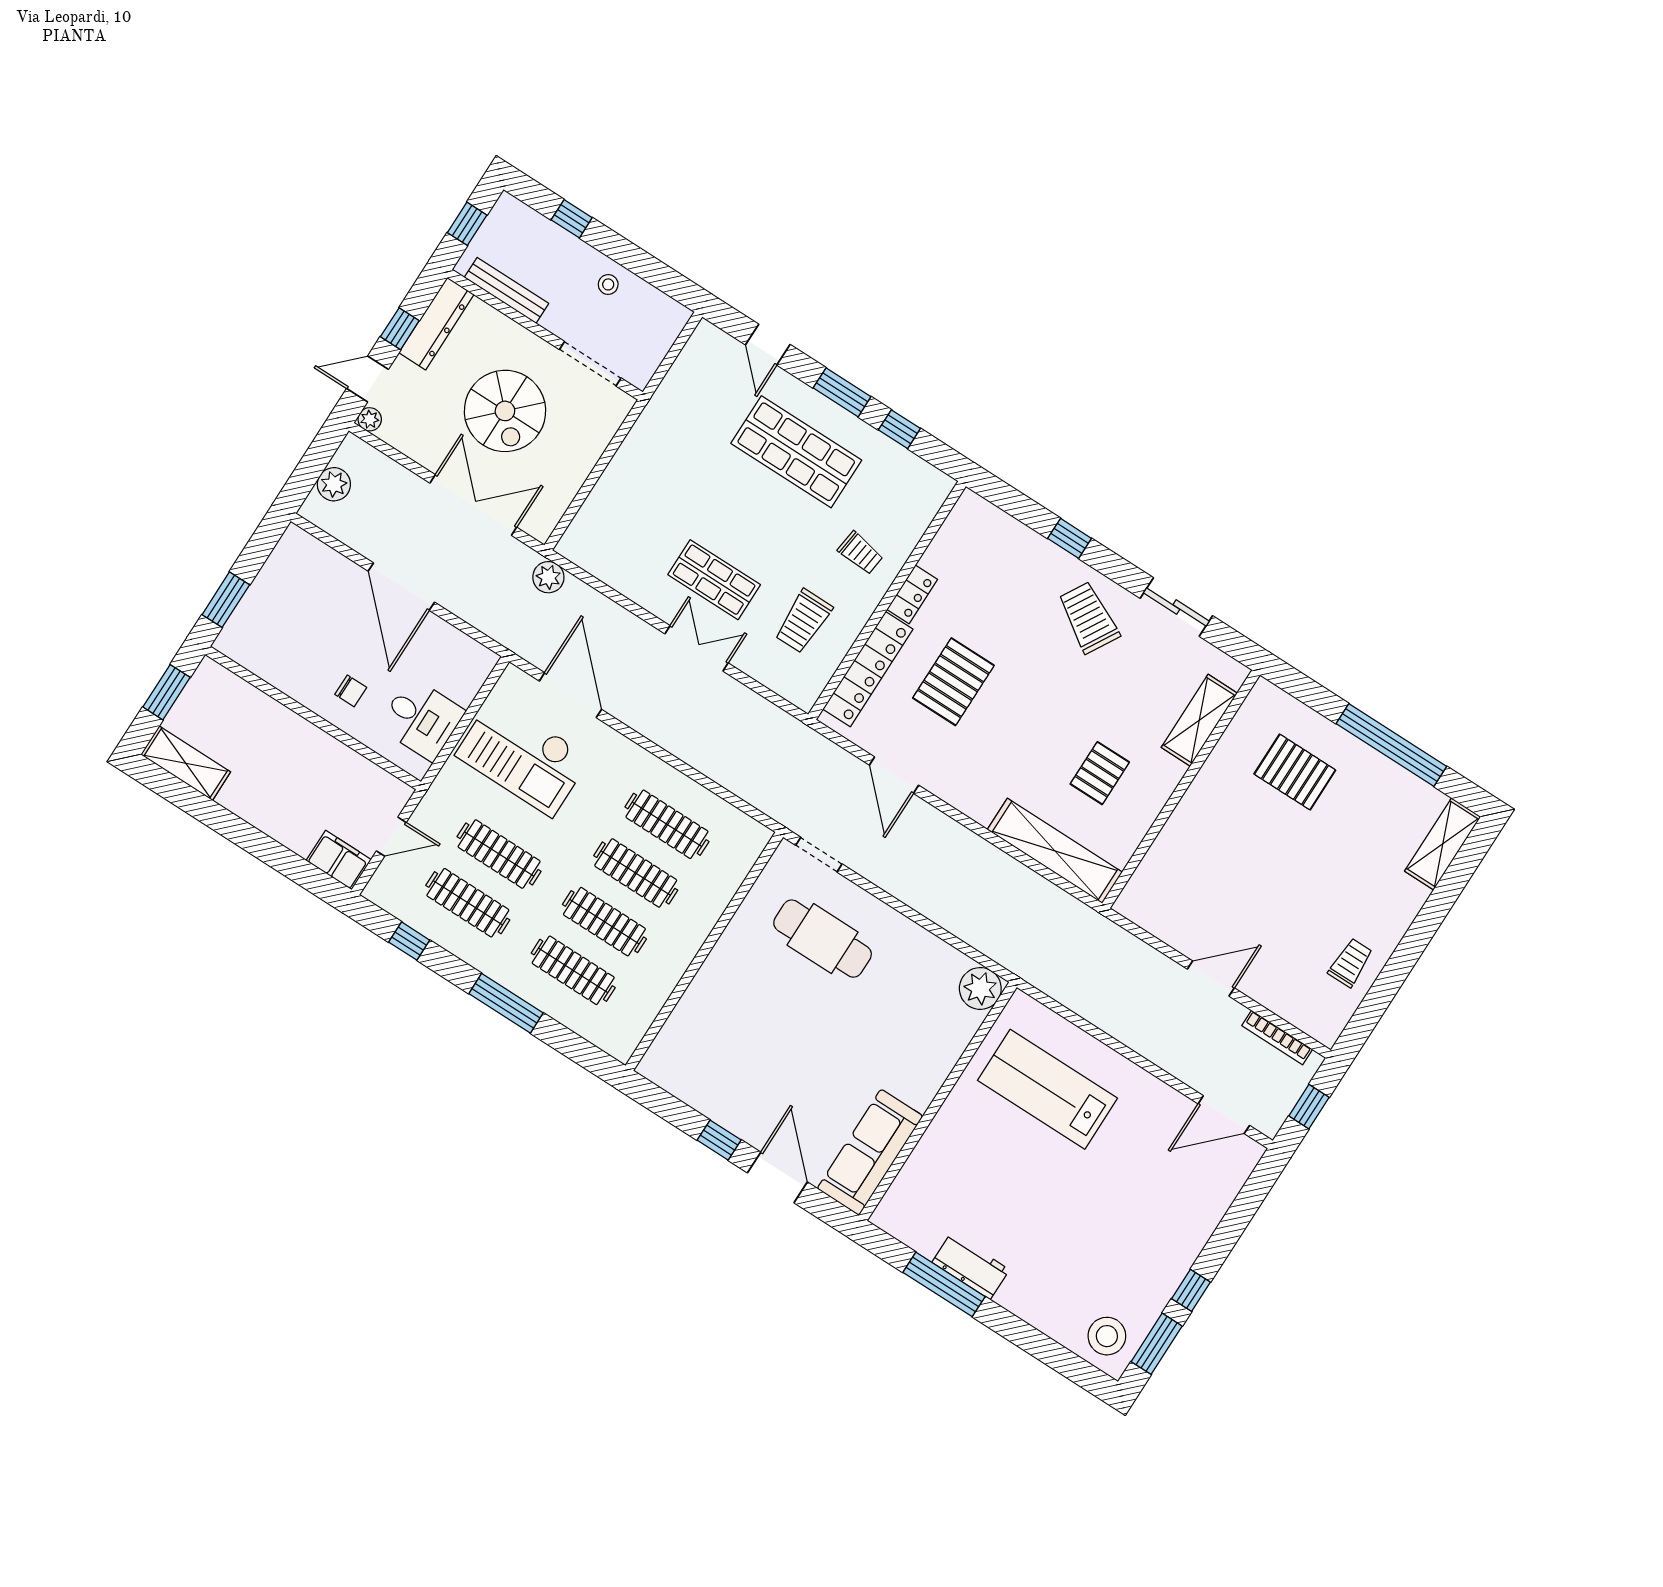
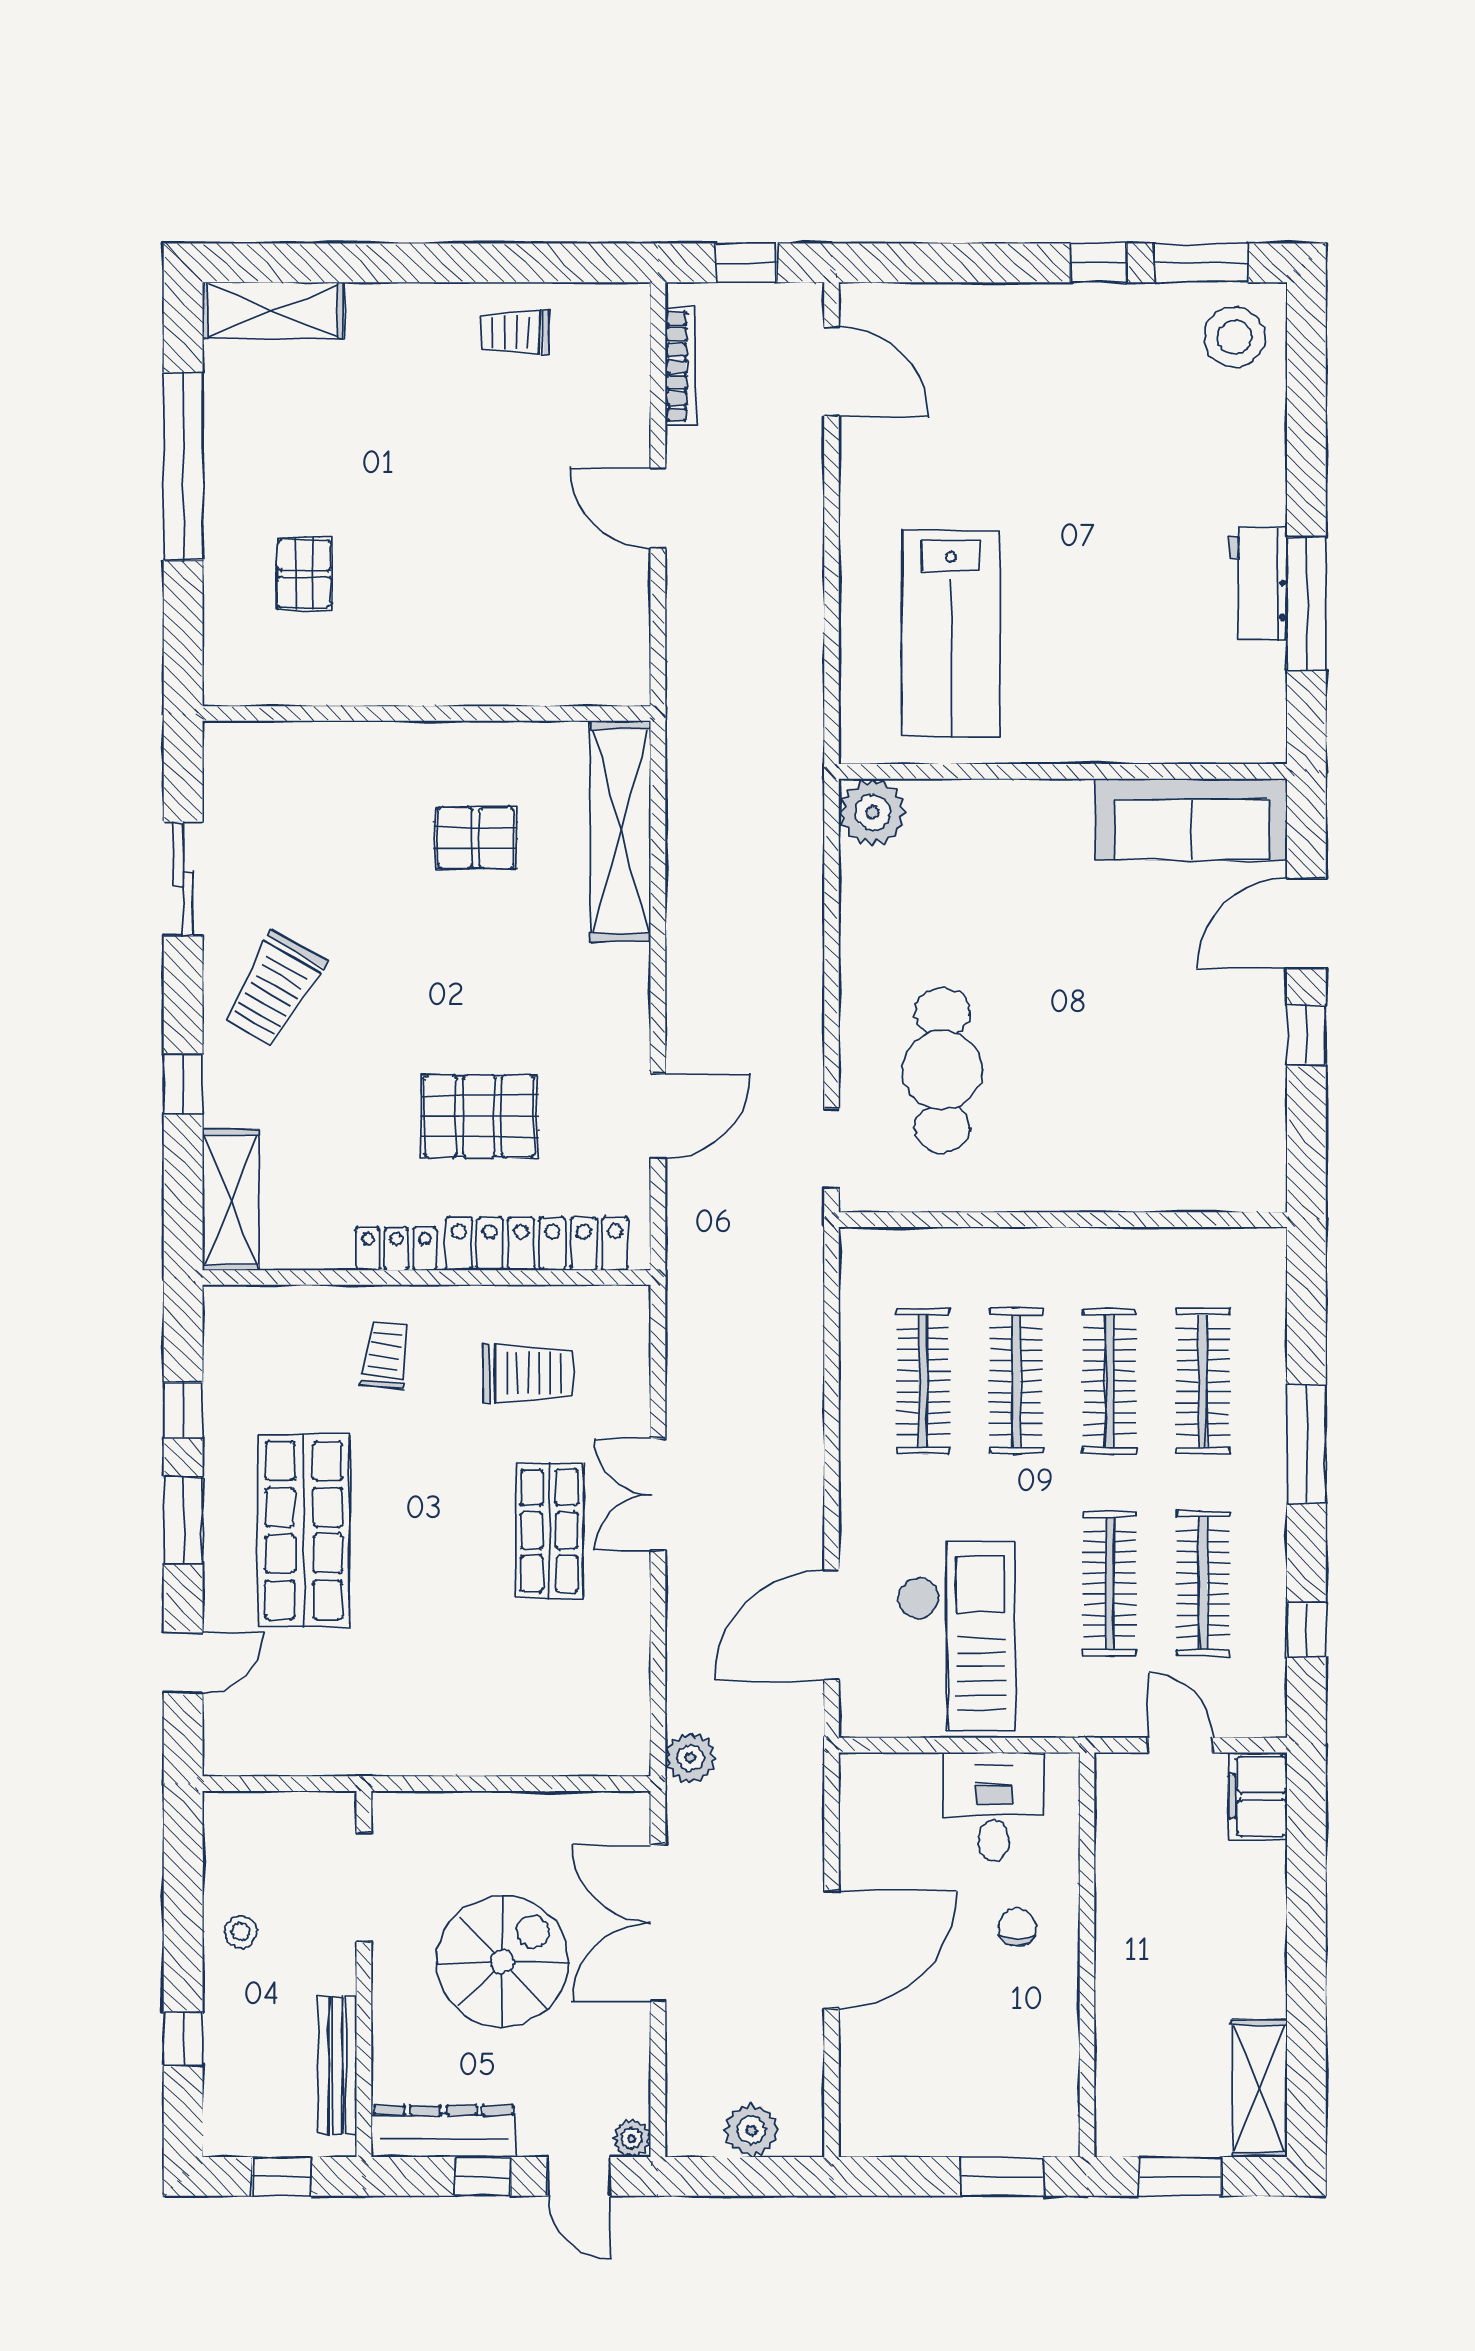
shelving: (1199, 720) -> (231, 1200), moved, turned 90
pallet: (1295, 772) -> (304, 574), width x0.67, depth x0.71

